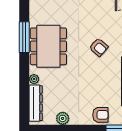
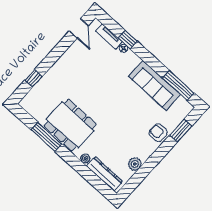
armchair: (99, 47) -> (105, 87), removed
armchair: (100, 115) -> (158, 133), turned -90

